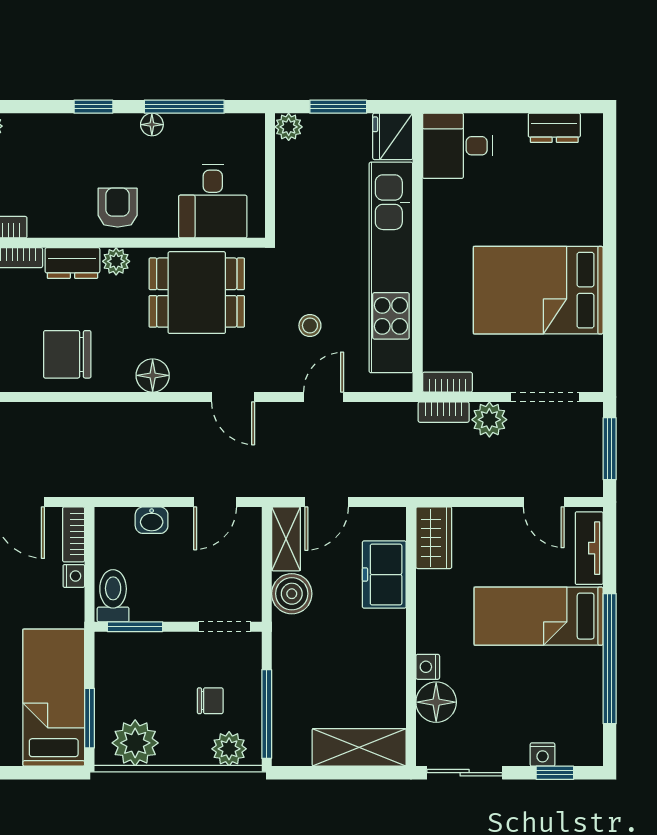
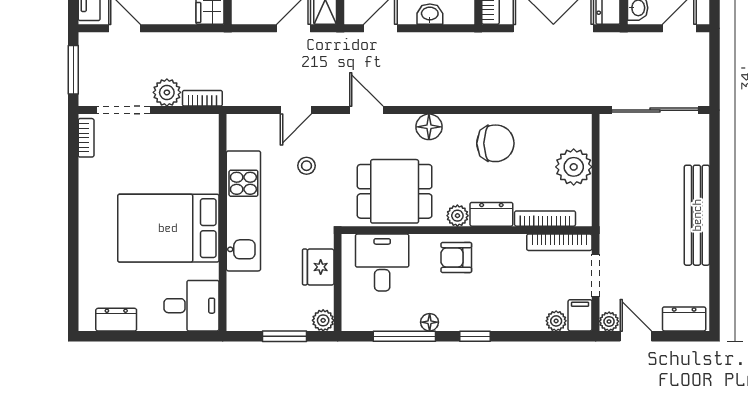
fridge: (393, 136) -> (318, 267), moved, turned 180
armchair: (118, 208) -> (456, 257), turned 90
kitchen unit: (391, 267) -> (243, 211), width x0.73
bed: (538, 290) -> (168, 228), moved, turned 180
bookcase: (447, 382) -> (86, 138), moved, turned -90

